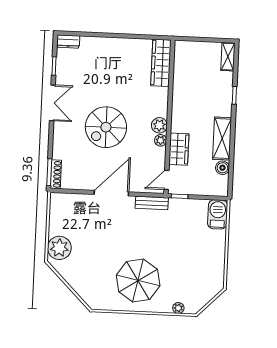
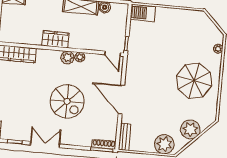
wardrobe: (179, 149) -> (55, 39), moved
bench: (152, 203) -> (125, 137), moved
plant: (79, 279) -> (190, 129), added

